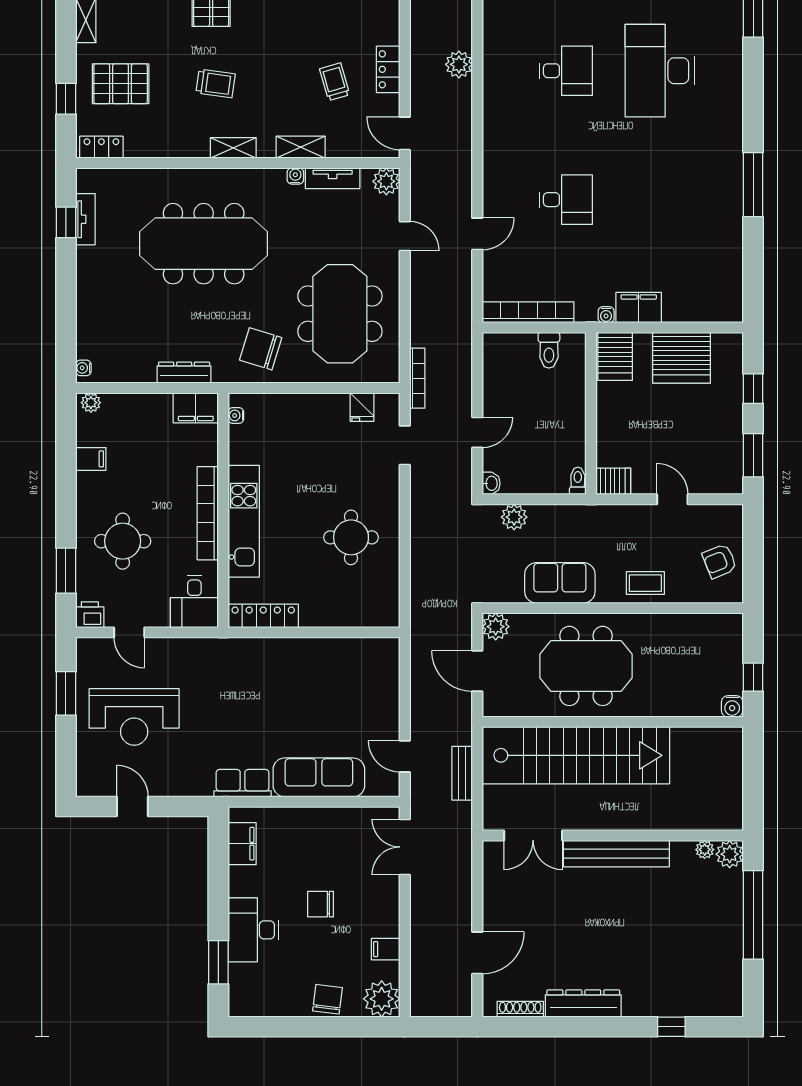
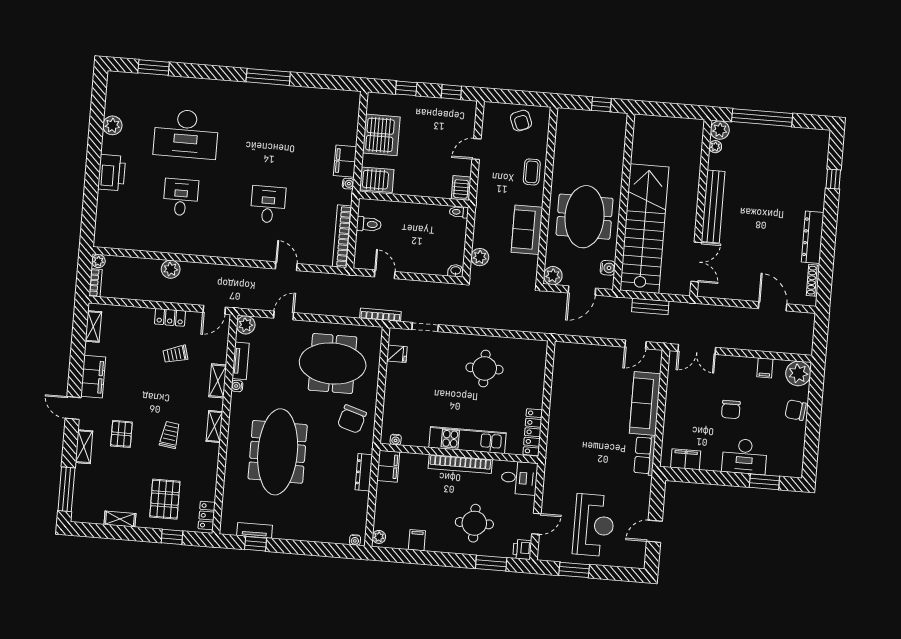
door: (477, 432) -> (385, 274), moved
window: (753, 455) -> (451, 92), width x0.67
water cooler: (732, 706) -> (608, 268), moved

